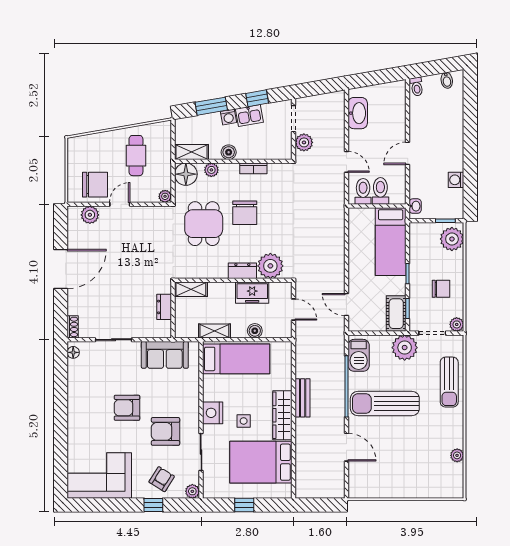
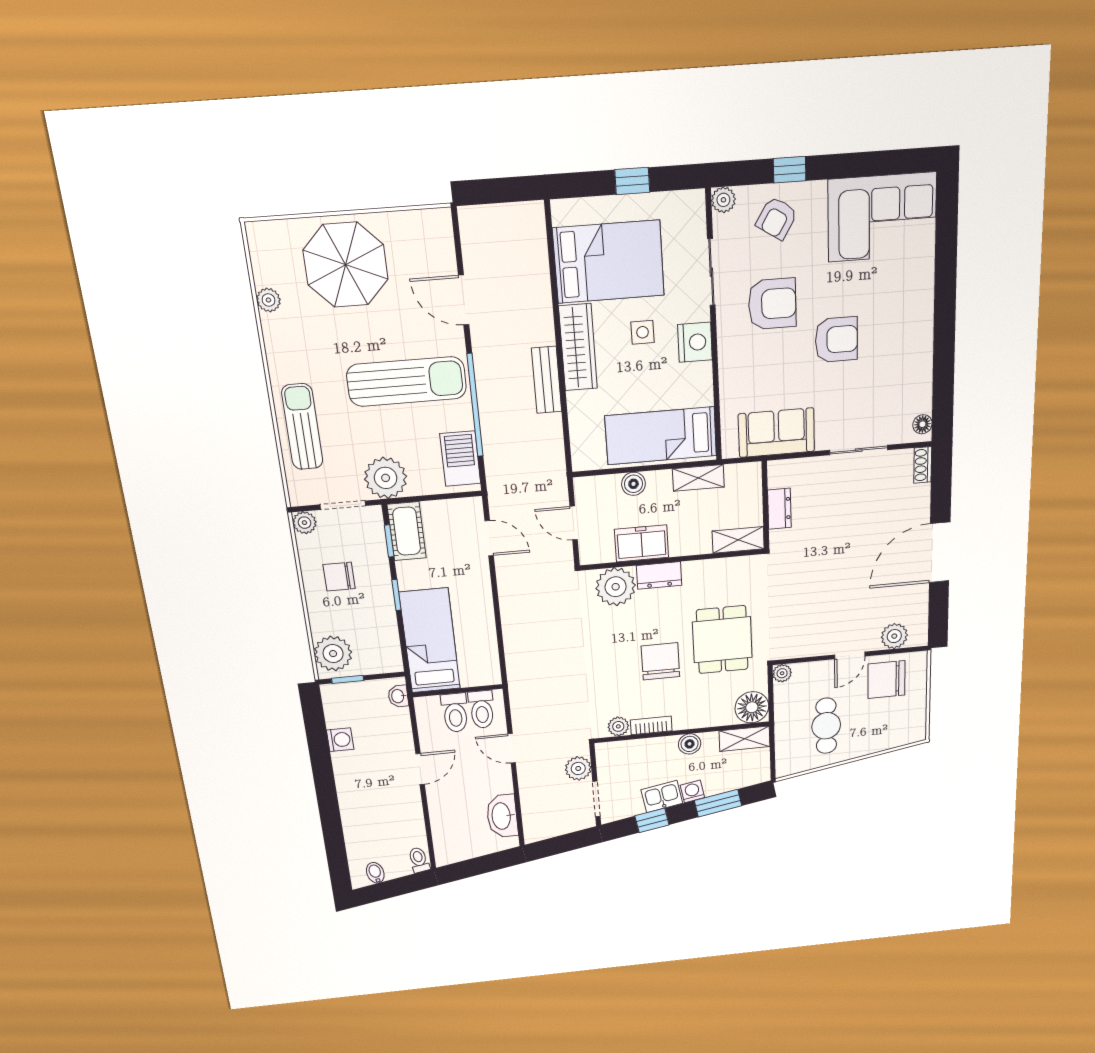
plant: (211, 170) -> (618, 726), moved
parasol: (411, 471) -> (346, 265), added

